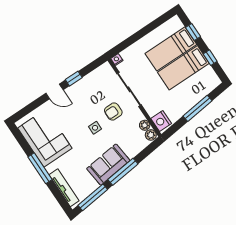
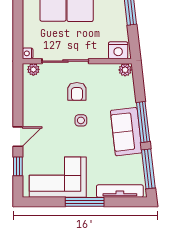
window: (74, 79) -> (18, 166), moved
plant: (145, 125) -> (33, 69), moved

